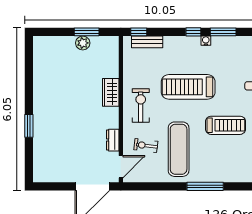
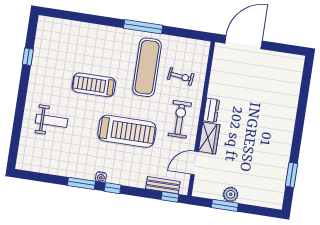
exercise bike: (141, 105) -> (180, 119), turned 180
window: (29, 126) -> (292, 175), moved
dresser: (113, 140) -> (211, 110), moved
door: (121, 167) -> (194, 163), moved
window: (205, 186) -> (143, 27), moved

